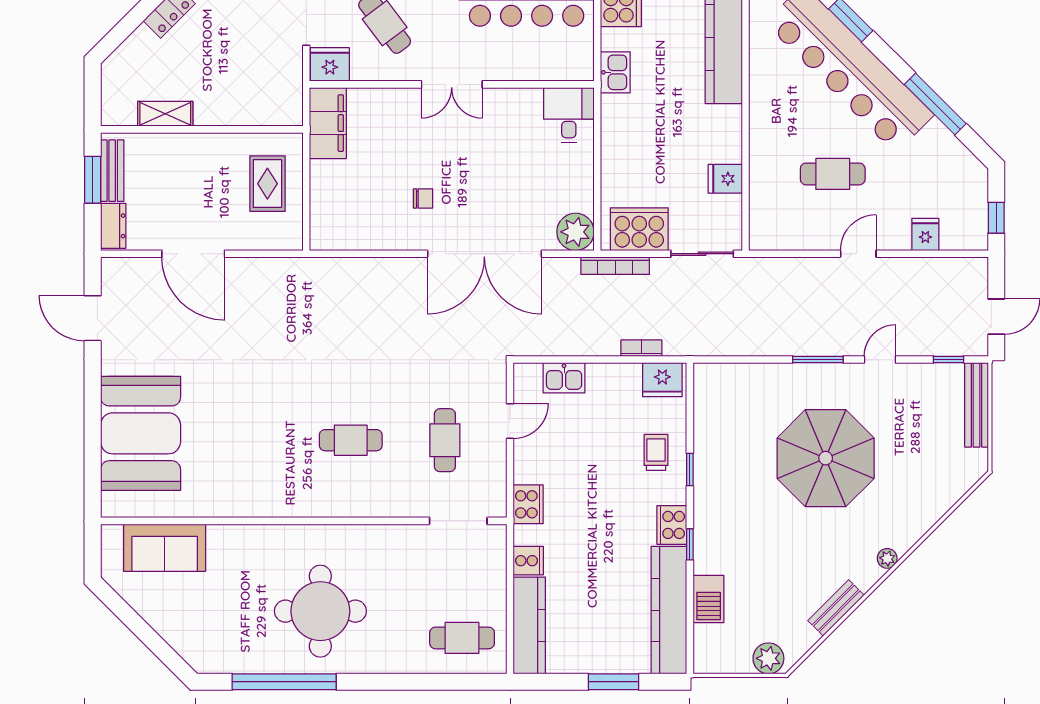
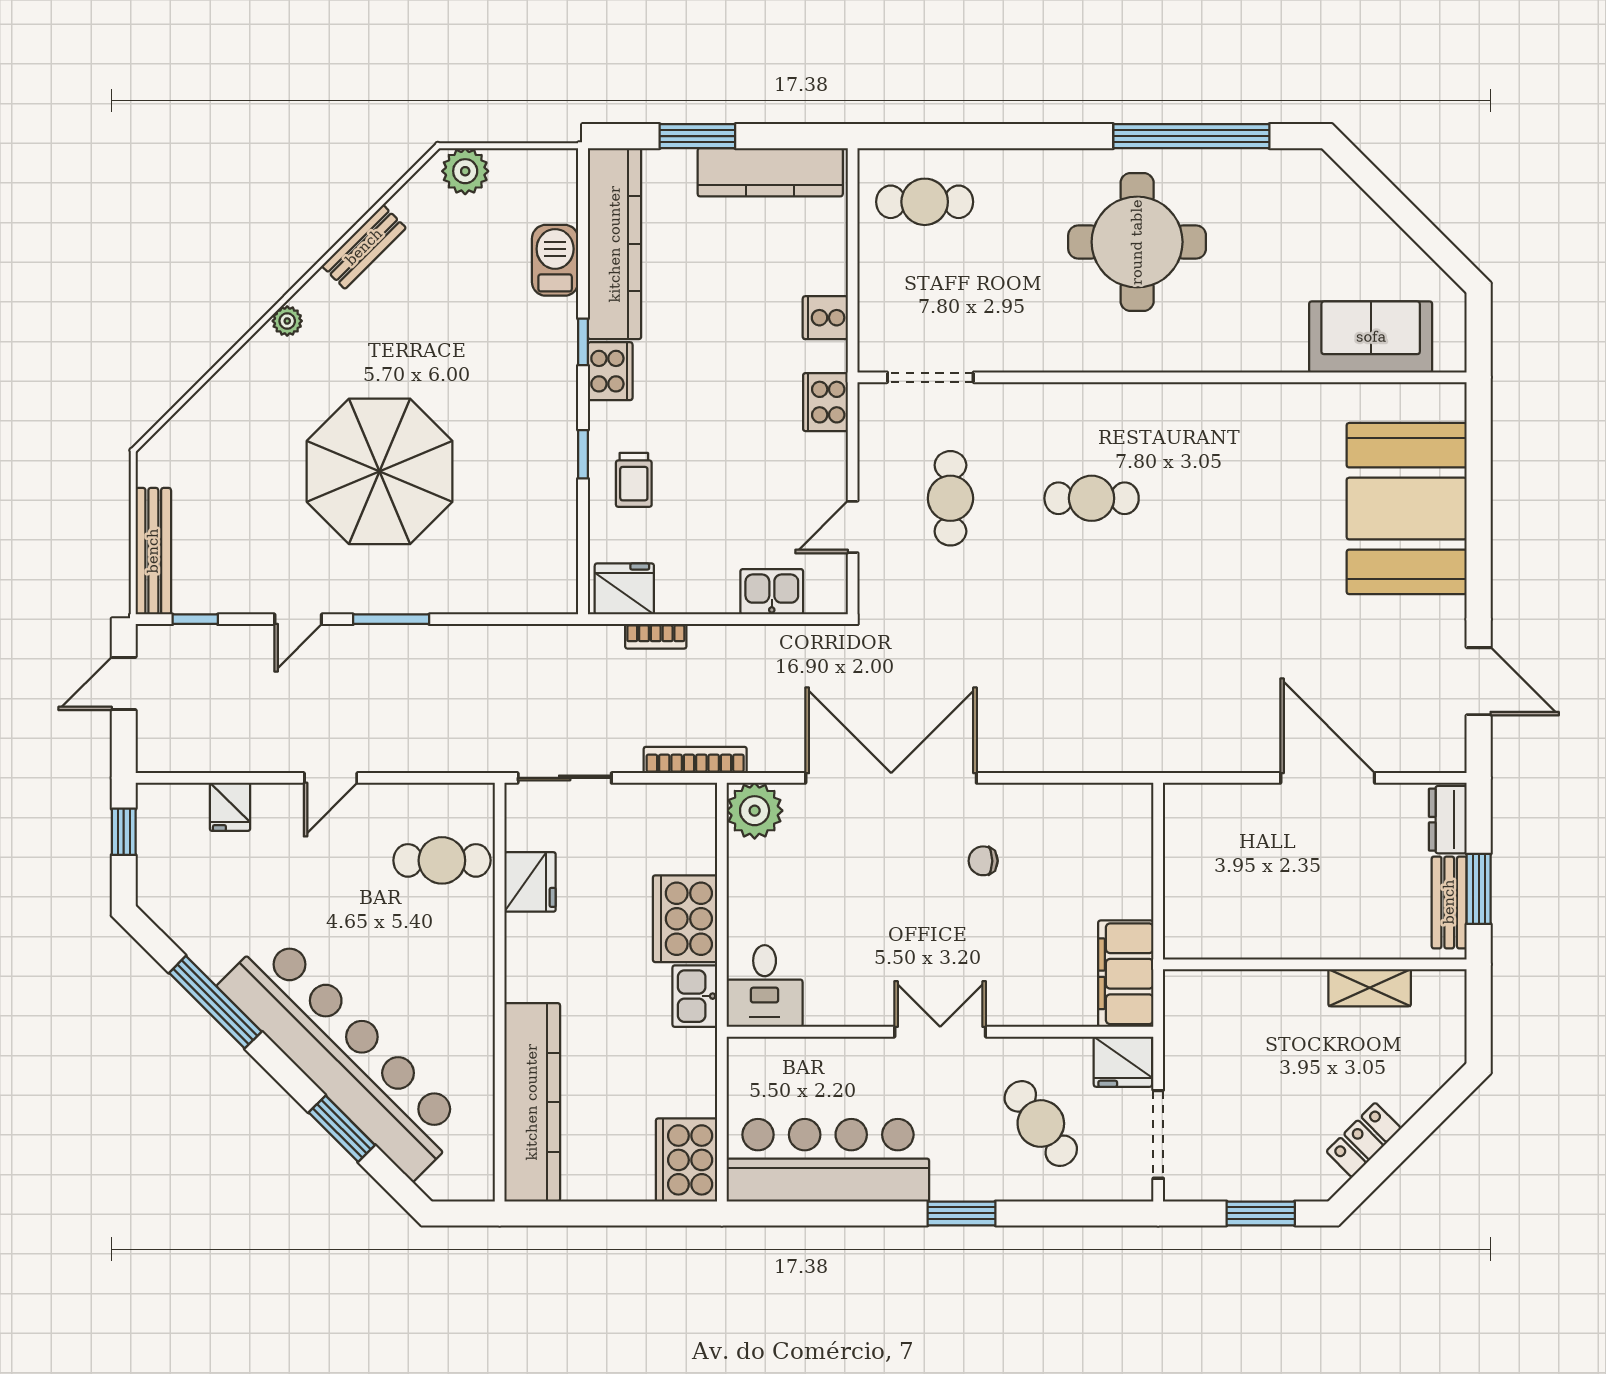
kitchen sink: (615, 72) -> (695, 996), moved
cafe table: (833, 174) -> (442, 860), moved
fridge: (725, 179) -> (530, 882), width x1.38
rug: (267, 184) -> (1216, 883), removed
cooker: (639, 229) -> (685, 919), moved, turned 90
kitchen counter: (529, 625) -> (770, 172), moved, turned -90

